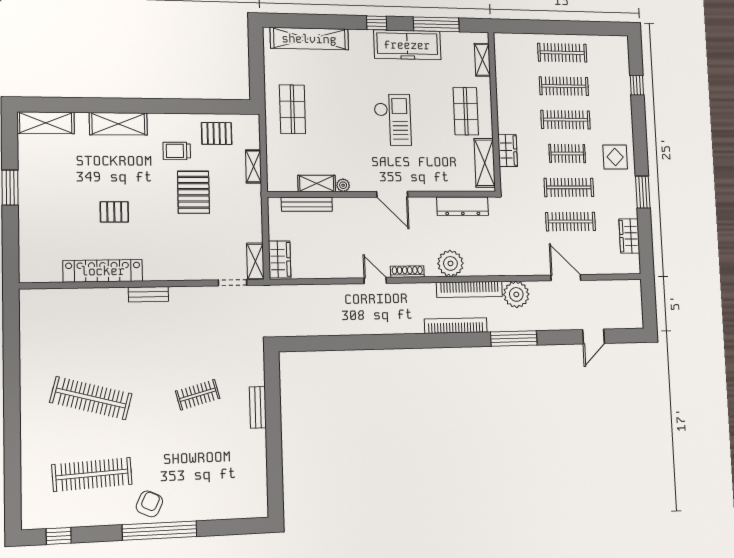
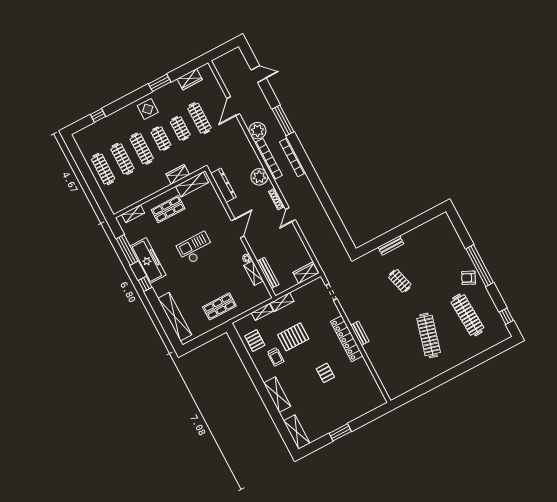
clothes rail: (569, 187) -> (180, 128), width x0.73
shelving: (255, 261) -> (282, 302), moved
locker: (103, 271) -> (347, 339), moved

